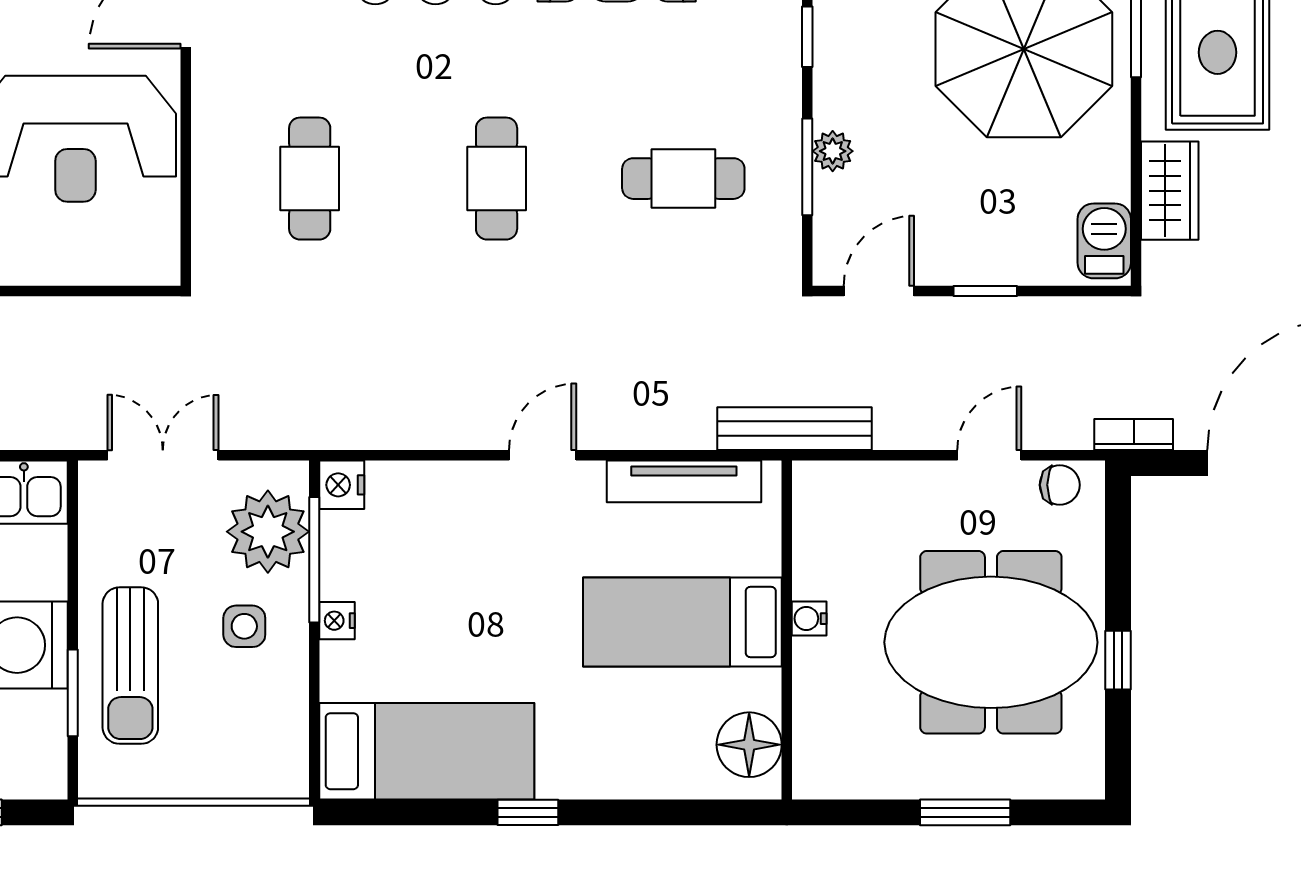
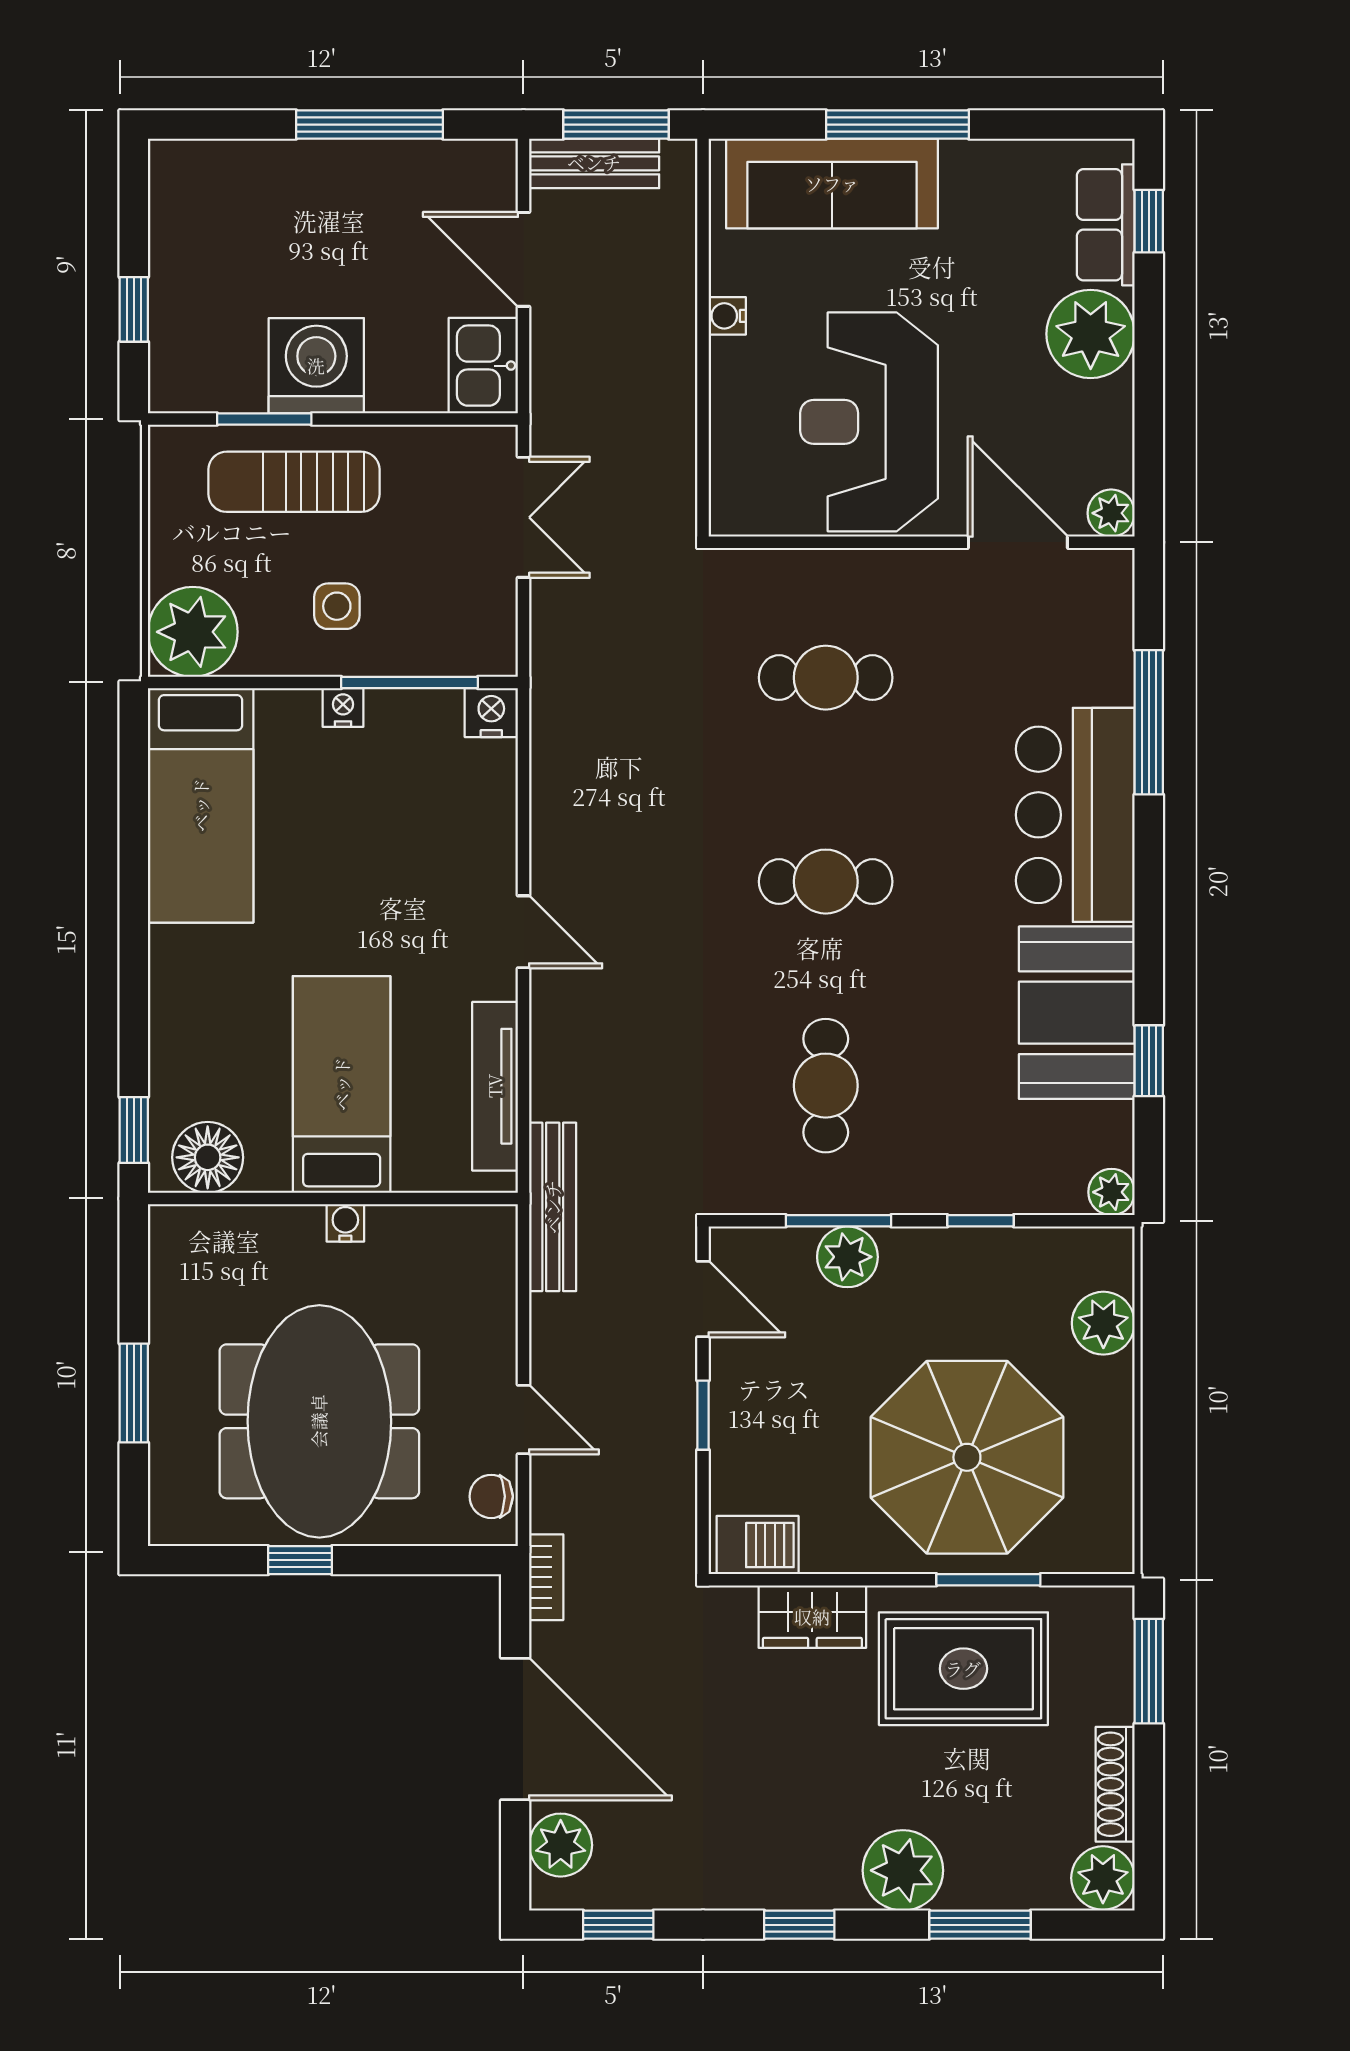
plant: (833, 151) -> (847, 1257), width x1.38, depth x1.38
chair: (1060, 485) -> (491, 1496), turned 90
plant: (268, 532) -> (193, 632), moved
window: (528, 812) -> (134, 1130), moved

